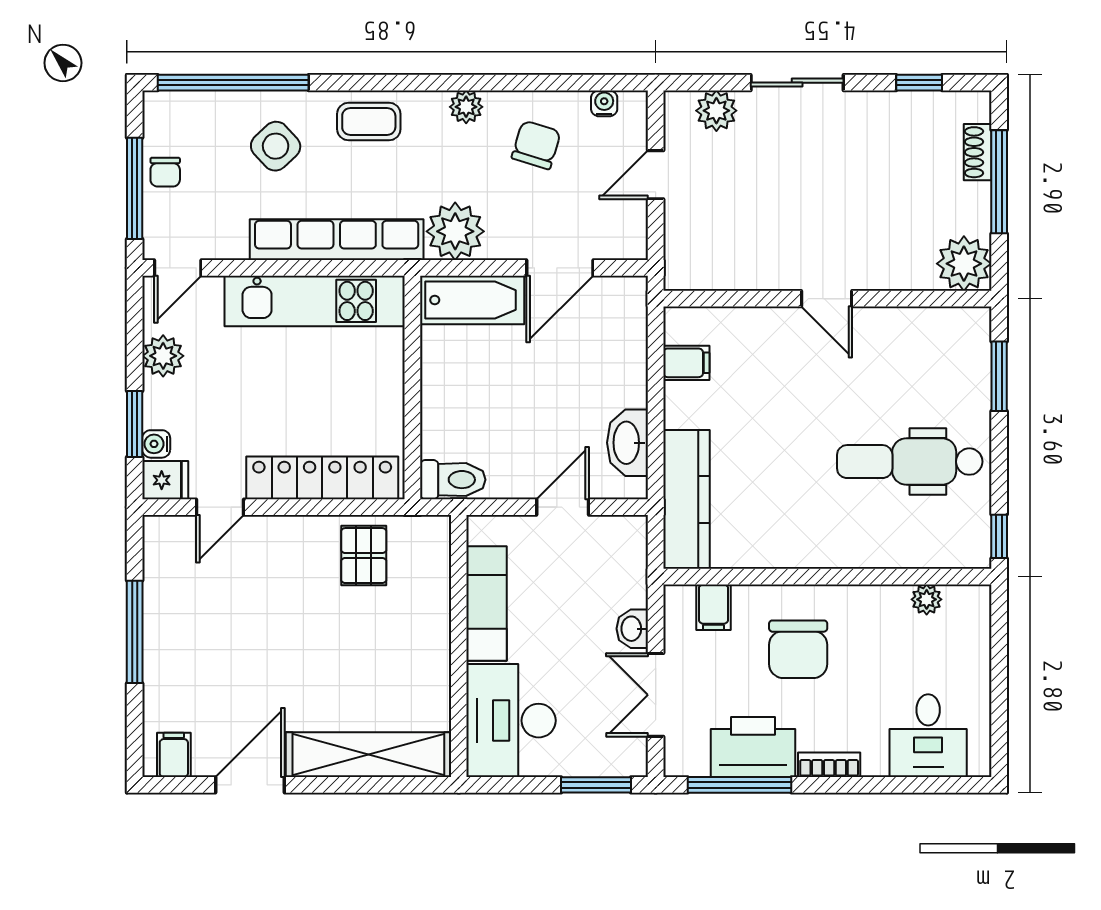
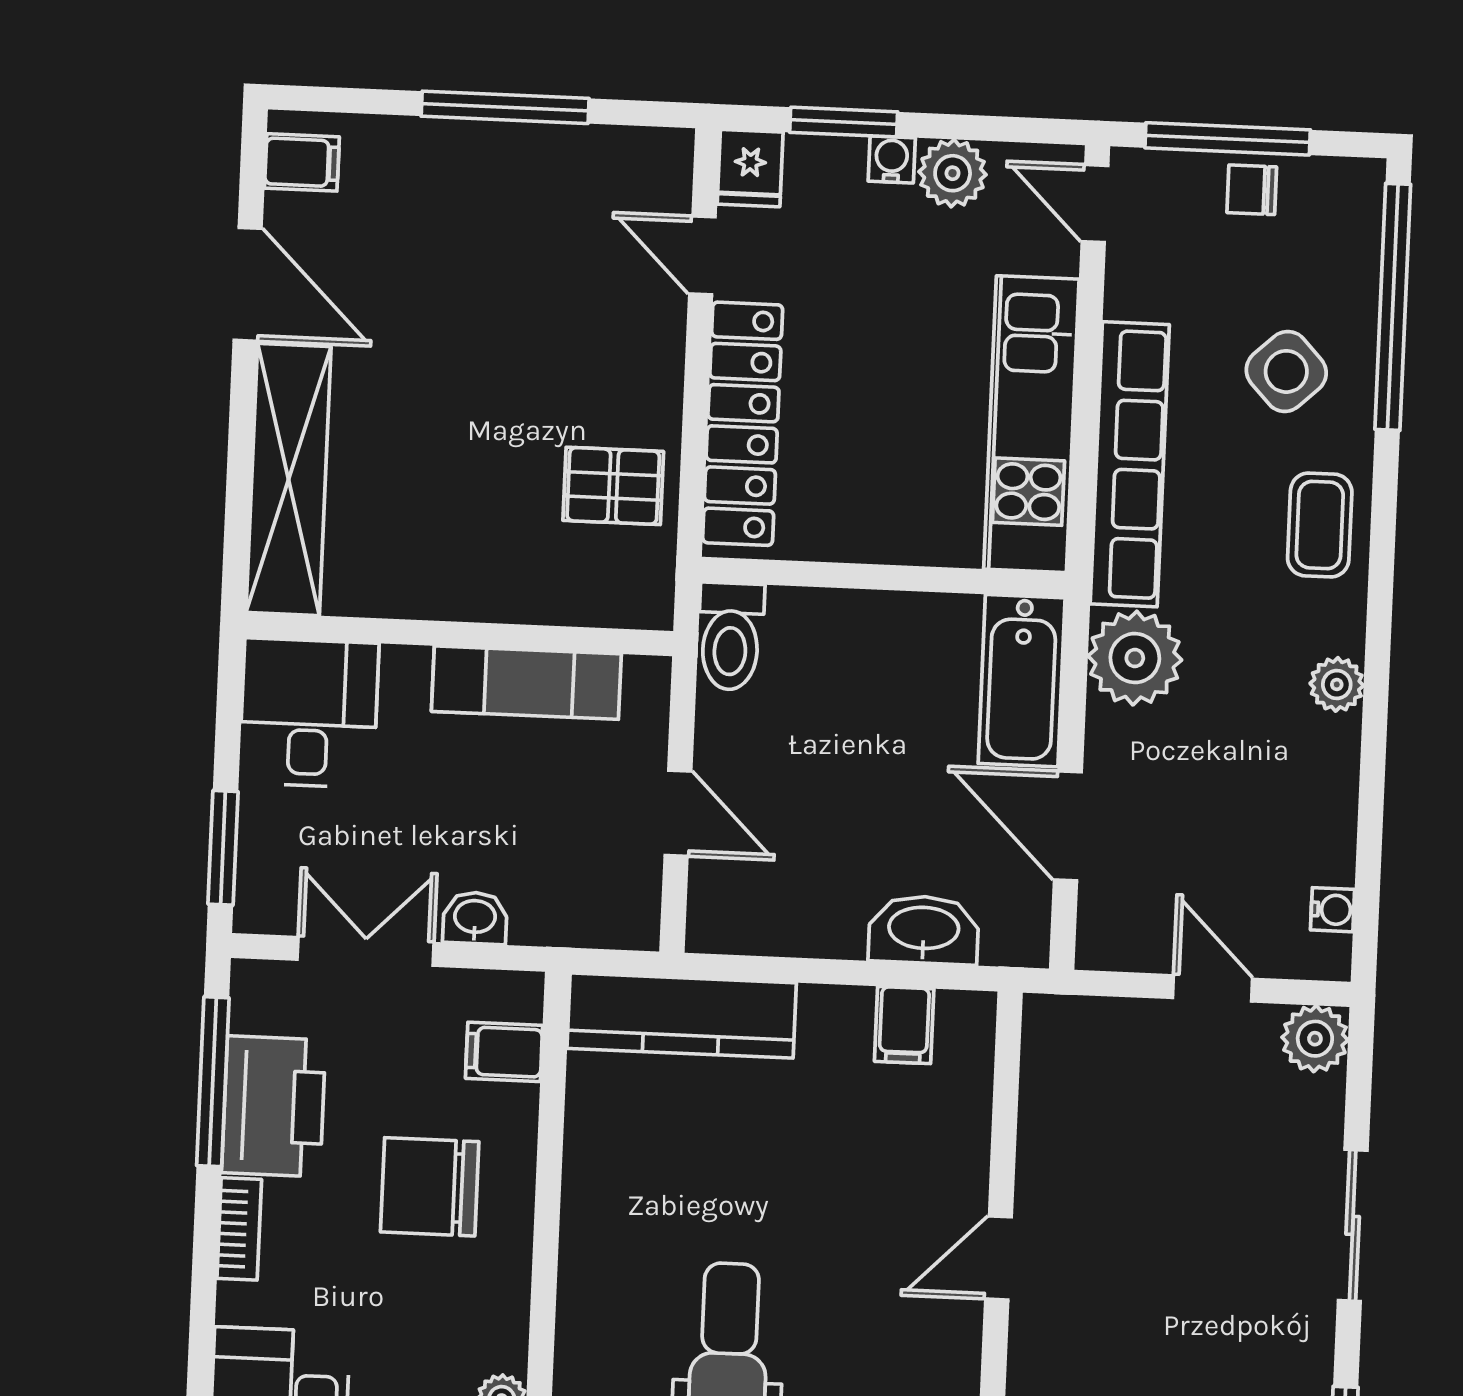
plant: (716, 111) -> (1315, 1039), moved
chair: (536, 145) -> (1270, 796), removed
washbasin: (627, 443) -> (924, 930), moved
water cooler: (156, 444) -> (892, 159), moved
desk: (511, 721) -> (309, 713), width x0.73

